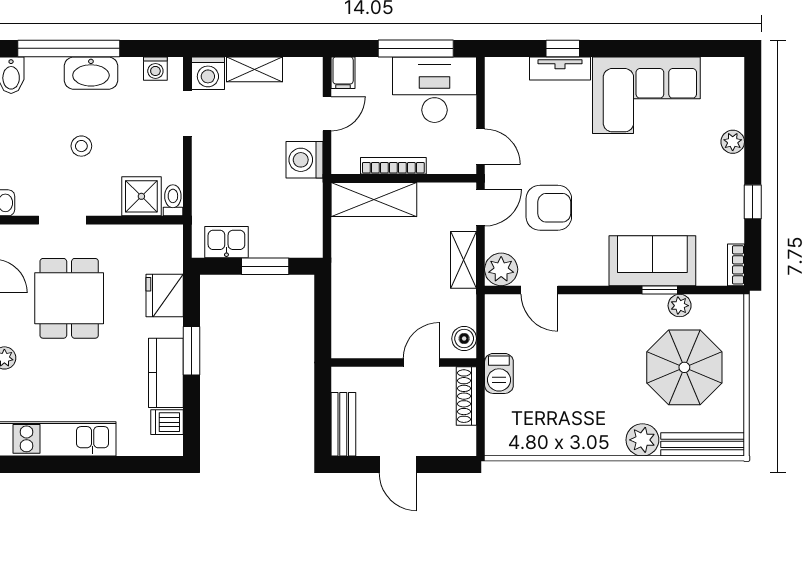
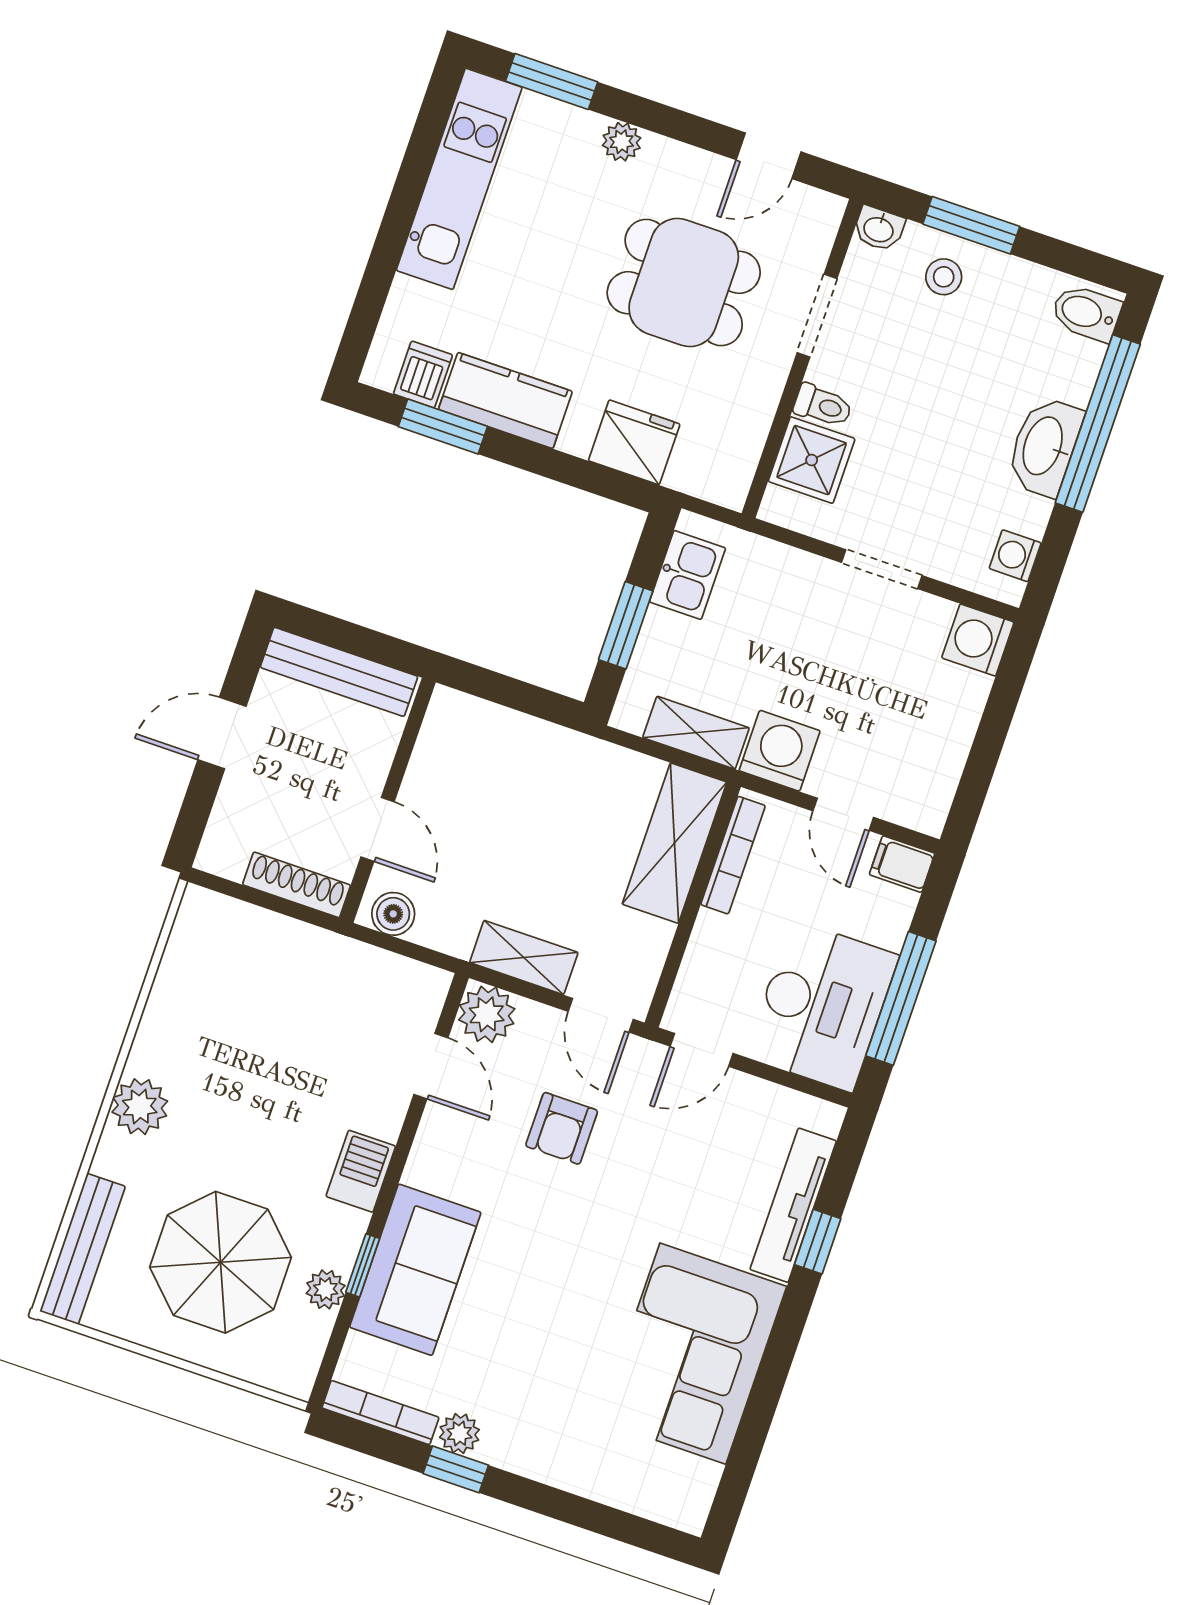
tv unit: (560, 68) -> (793, 1205), width x1.41
shelving: (254, 69) -> (696, 733), moved, turned 90
doorway: (187, 114) -> (882, 569), moved
plant: (733, 142) -> (459, 1433), moved
stool: (81, 146) -> (944, 277), moved
bookcase: (393, 166) -> (733, 855), moved
toilet: (173, 200) -> (823, 406), moved
armchair: (549, 208) -> (562, 1128), width x0.72, depth x0.72
bookcase: (736, 265) -> (380, 1413), width x1.56
door: (539, 290) -> (431, 1066), swing flipped
window: (192, 351) -> (443, 427), moved
barbecue: (499, 373) -> (361, 1171), moved, turned 90
bench: (343, 424) -> (339, 672), width x1.36
plant: (642, 440) -> (140, 1107), moved

